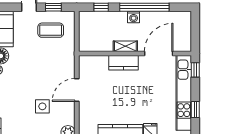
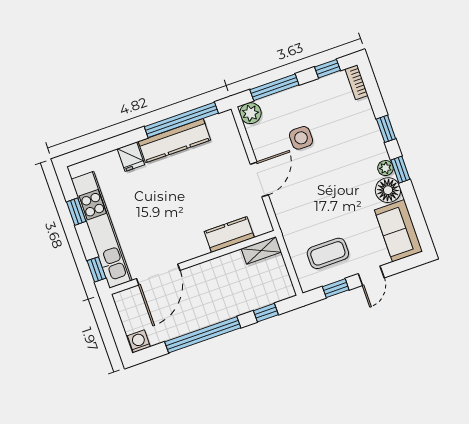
washing machine: (134, 17) -> (139, 341), moved
shelving: (125, 46) -> (261, 250), moved
kitchen counter: (123, 63) -> (229, 235), moved

